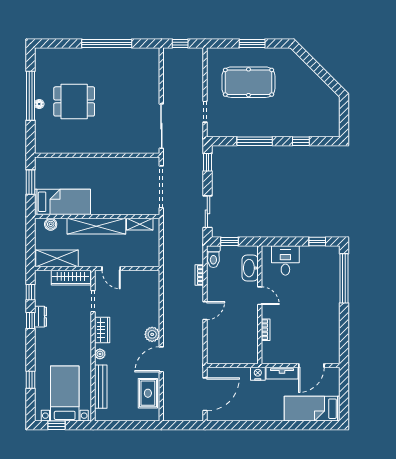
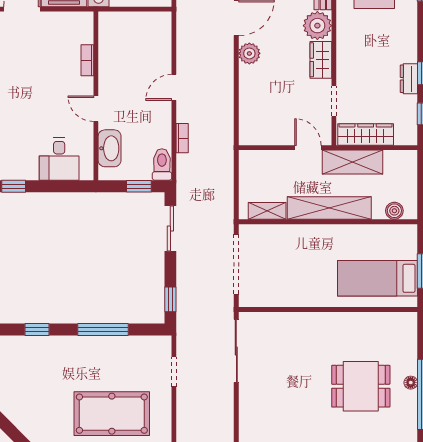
bed: (62, 202) -> (378, 278), moved
shelving: (57, 258) -> (353, 162), moved
plant: (100, 354) -> (317, 26), width x1.88, depth x1.88

